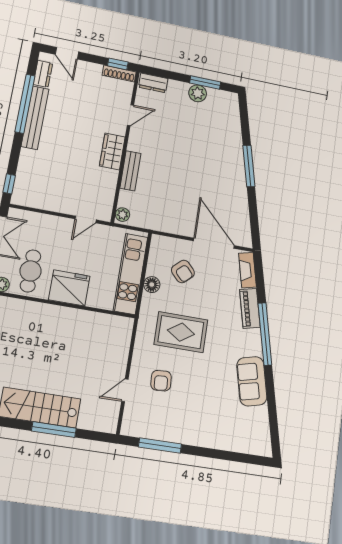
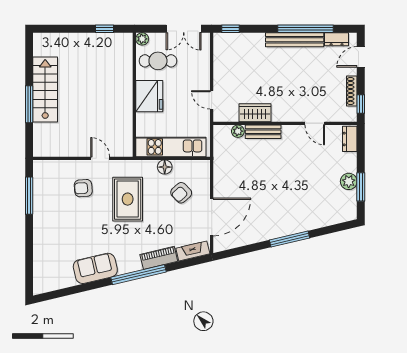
shoe rack: (119, 74) -> (352, 91), moved
wardrobe: (112, 151) -> (255, 113), moved
plant: (122, 215) -> (238, 131), moved
door: (125, 390) -> (100, 158), moved

